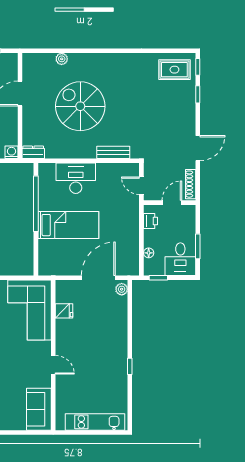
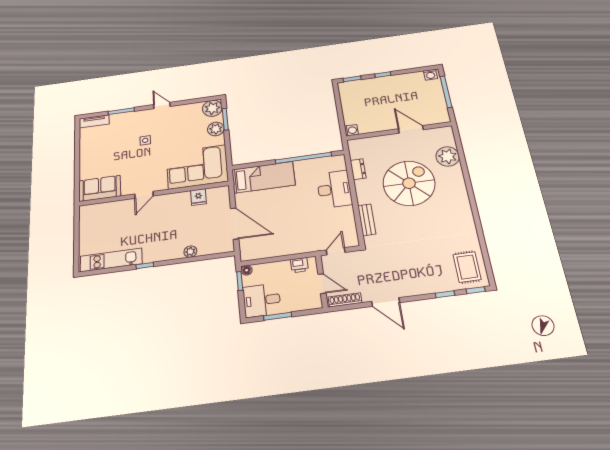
plant: (62, 59) -> (448, 156), width x1.87, depth x1.87
dresser: (33, 152) -> (358, 169), moved
bed: (68, 225) -> (263, 177), moved, turned -90
floor lamp: (149, 253) -> (247, 270), moved
plant: (122, 289) -> (190, 252), moved
kitchen unit: (95, 422) -> (111, 260), moved, turned -90

